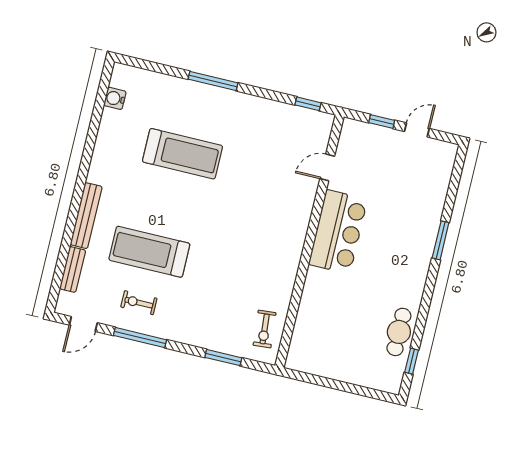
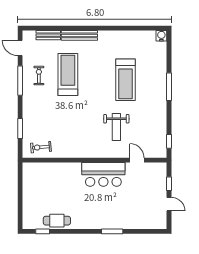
water cooler: (115, 98) -> (161, 36), moved
weight bench: (261, 189) -> (116, 127), added

